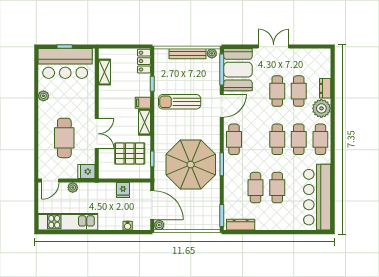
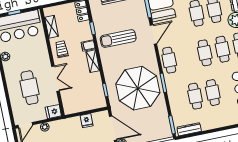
trolley: (111, 101) -> (62, 49), added
pallet: (130, 153) -> (86, 89), removed

